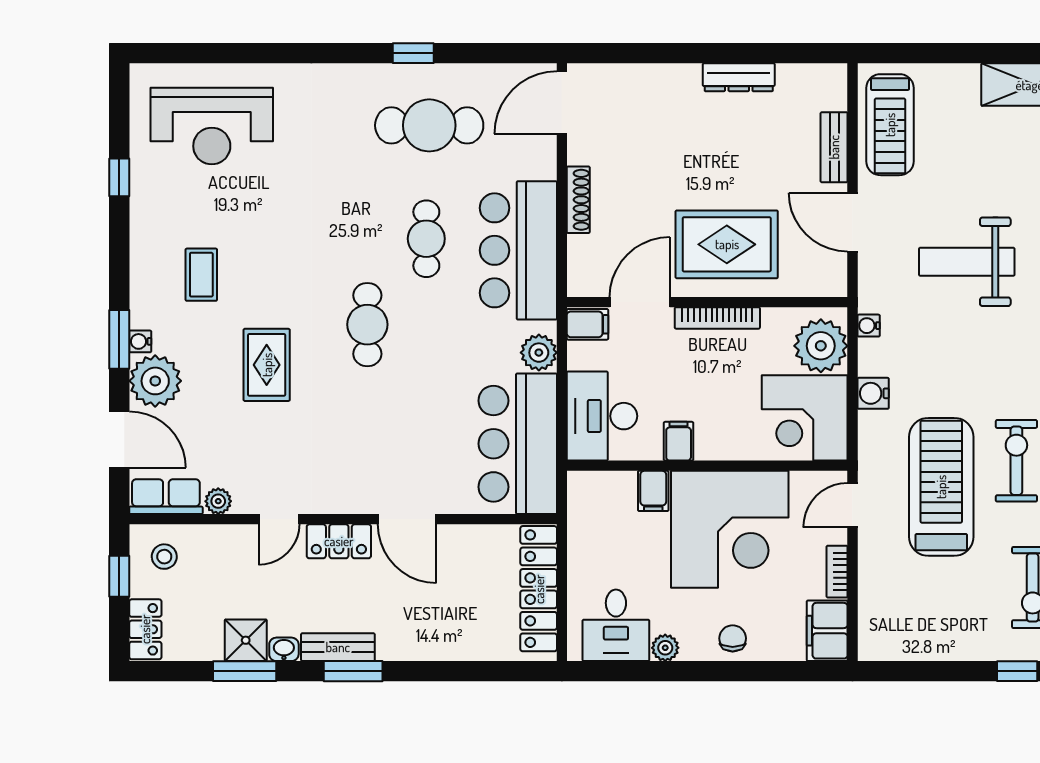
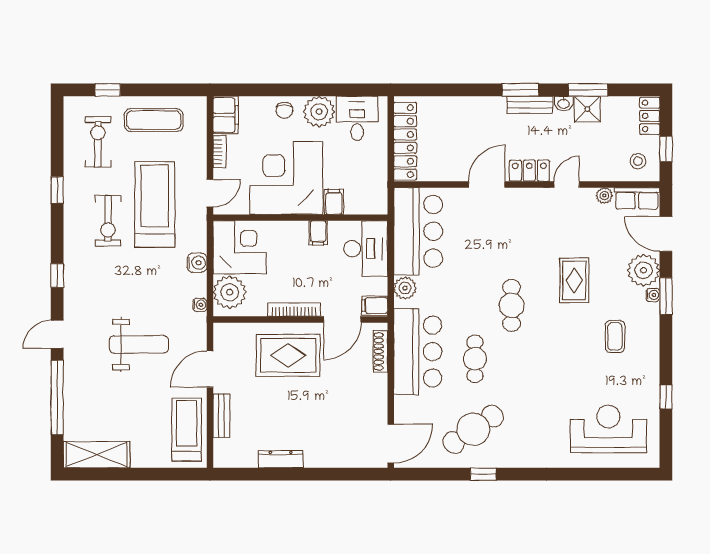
cafe table: (429, 125) -> (473, 429), turned -34
shoe rack: (578, 200) -> (380, 351), moved
door: (852, 222) -> (210, 369), swing flipped
treadmill: (941, 487) -> (155, 204), turned 180
door: (407, 519) -> (487, 184), hinge flipped
exercise mat: (943, 623) -> (154, 120), added
plant: (665, 648) -> (319, 112), width x1.87, depth x1.87

